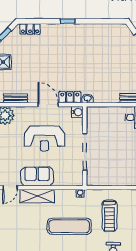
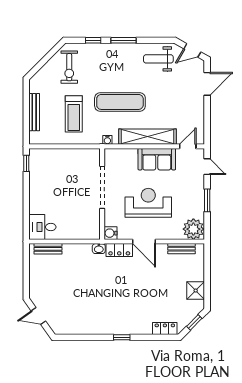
shelving: (37, 196) -> (148, 137), width x1.47
treadmill: (109, 216) -> (74, 114), turned 180

